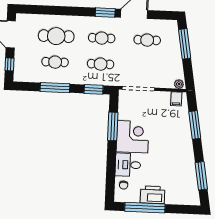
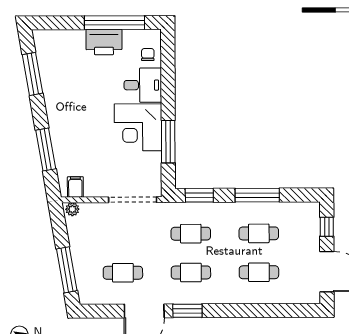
cafe table: (56, 36) -> (259, 272), width x0.73, depth x0.74

